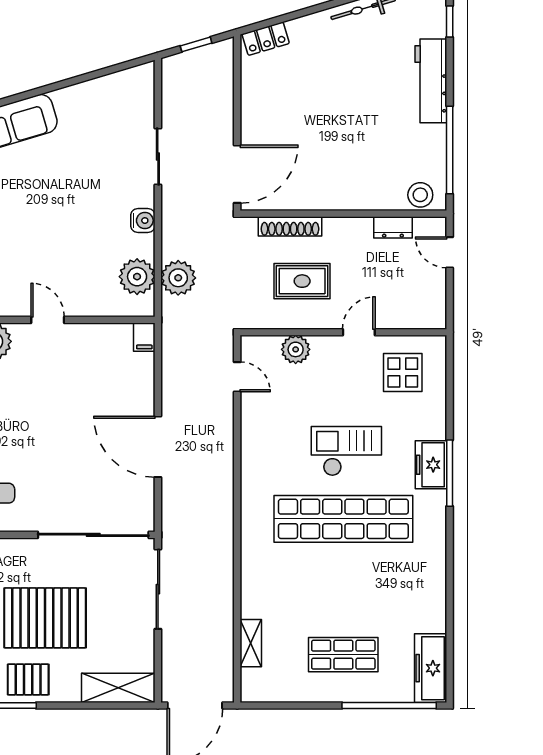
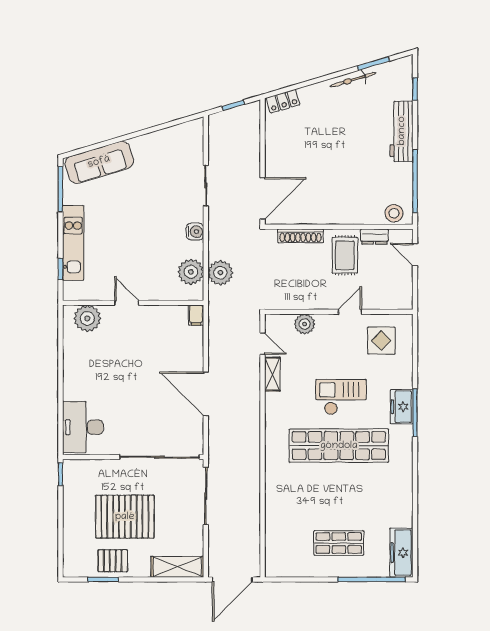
rug: (302, 281) -> (345, 255), moved, turned 90
shelving: (251, 643) -> (272, 374), moved

